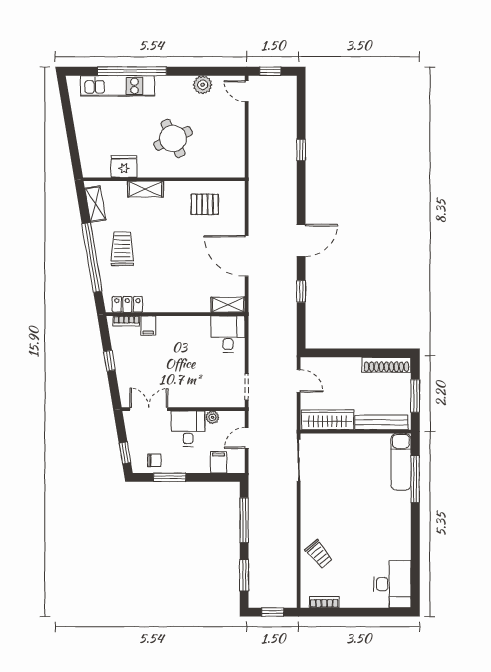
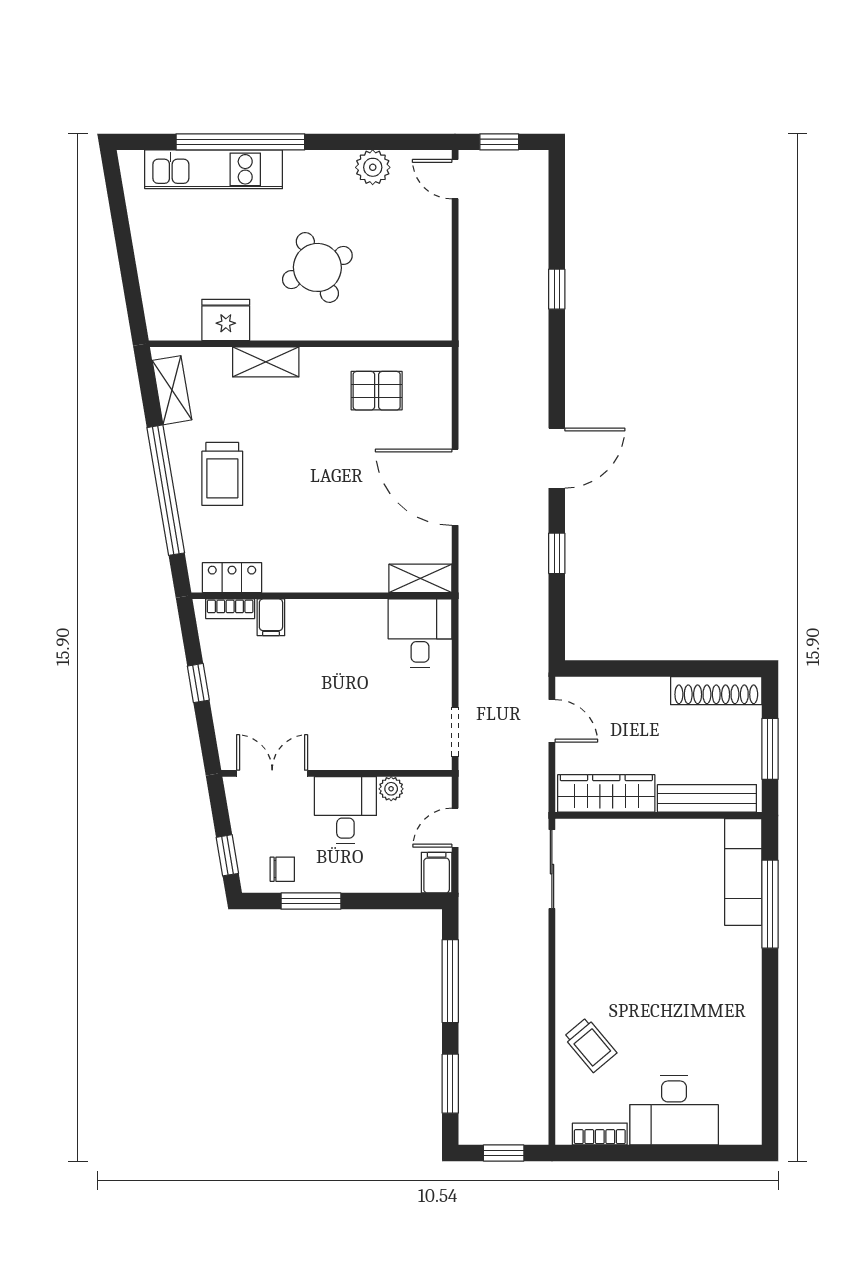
trolley: (122, 249) -> (222, 474), turned 180
filing cabinet: (219, 462) -> (437, 873), moved
desk: (392, 584) -> (674, 1110), moved, turned 90

